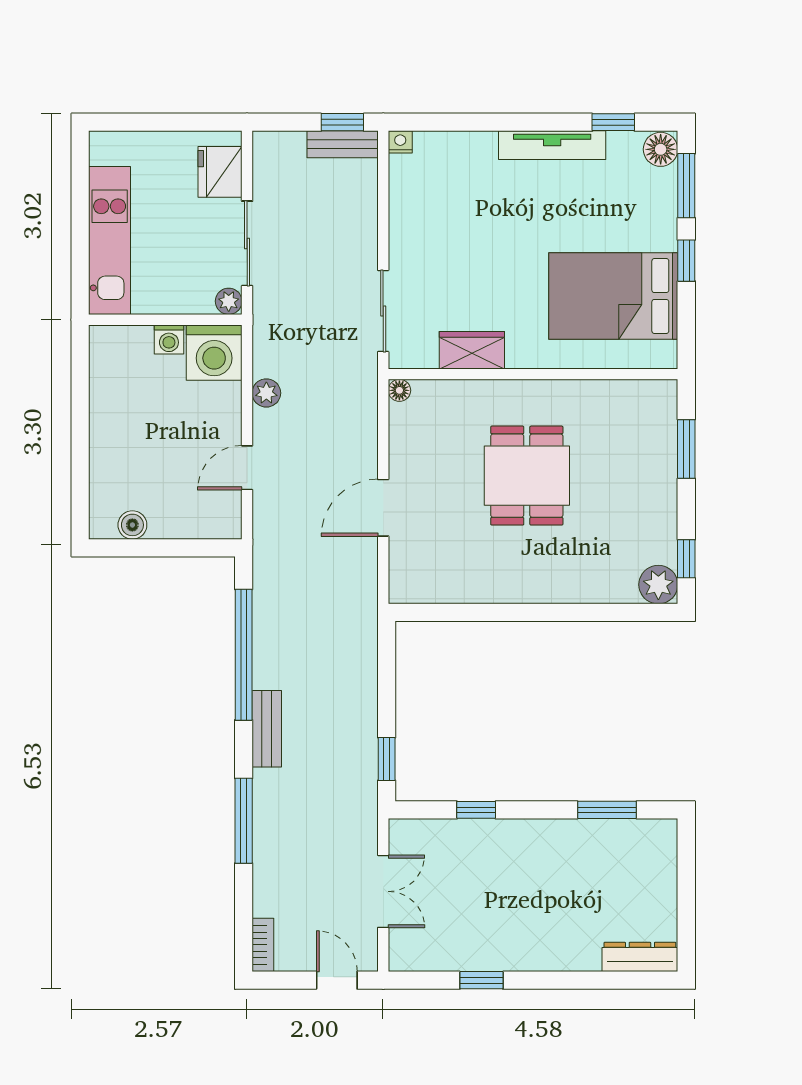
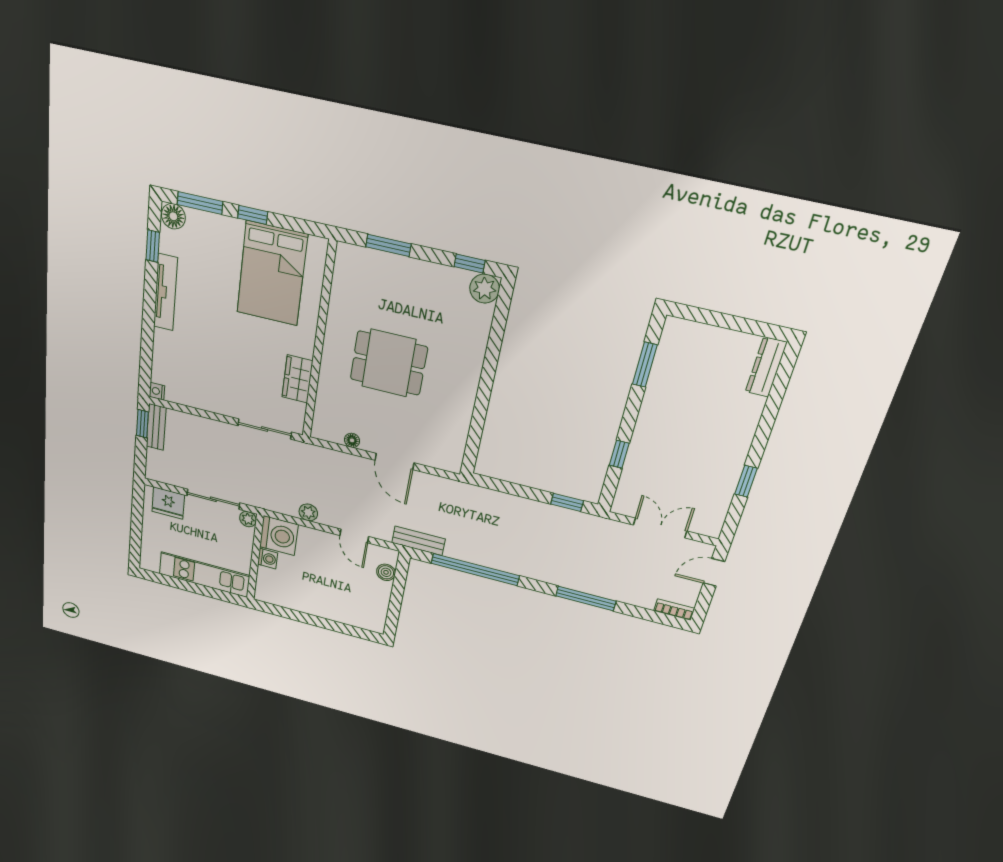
floor lamp: (399, 390) -> (352, 440), moved
boiler: (132, 525) -> (386, 572), moved
bench: (267, 729) -> (419, 541), moved

